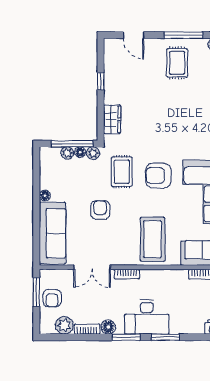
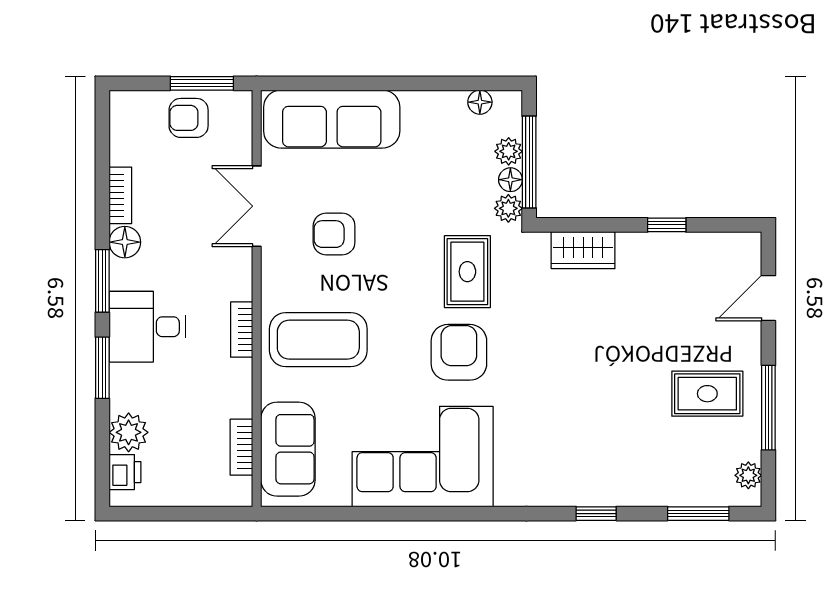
rug: (122, 172) -> (467, 272), turned 90
floor lamp: (45, 196) -> (480, 102), moved
armchair: (100, 210) -> (334, 234), moved, turned 180
bookcase: (127, 274) -> (242, 330), moved
desk: (147, 317) -> (147, 327), width x0.73
plant: (64, 325) -> (129, 432), moved

